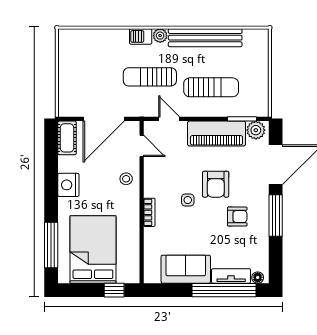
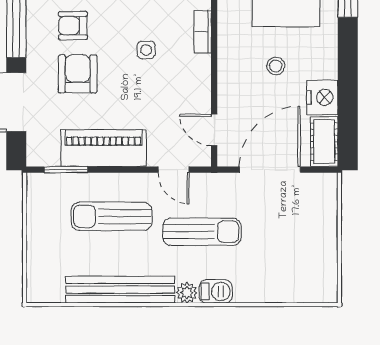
plant: (256, 130) -> (45, 153), removed
stool: (126, 179) -> (276, 66), moved
armchair: (216, 184) -> (78, 74), moved
nightstand: (68, 185) -> (322, 97), moved

